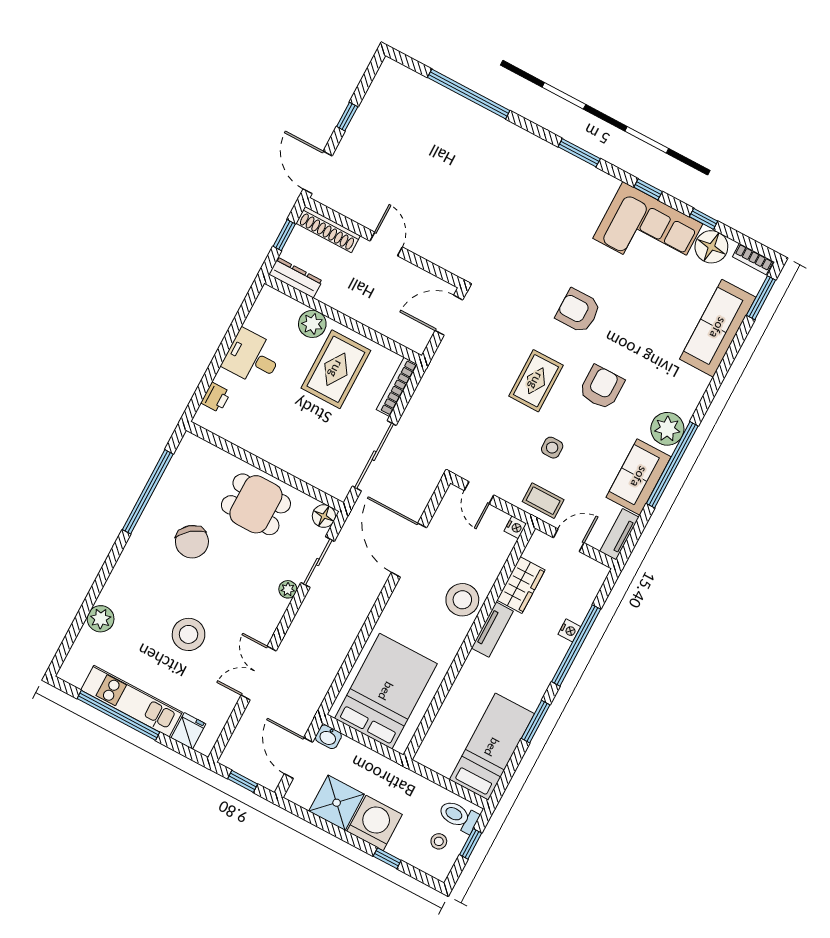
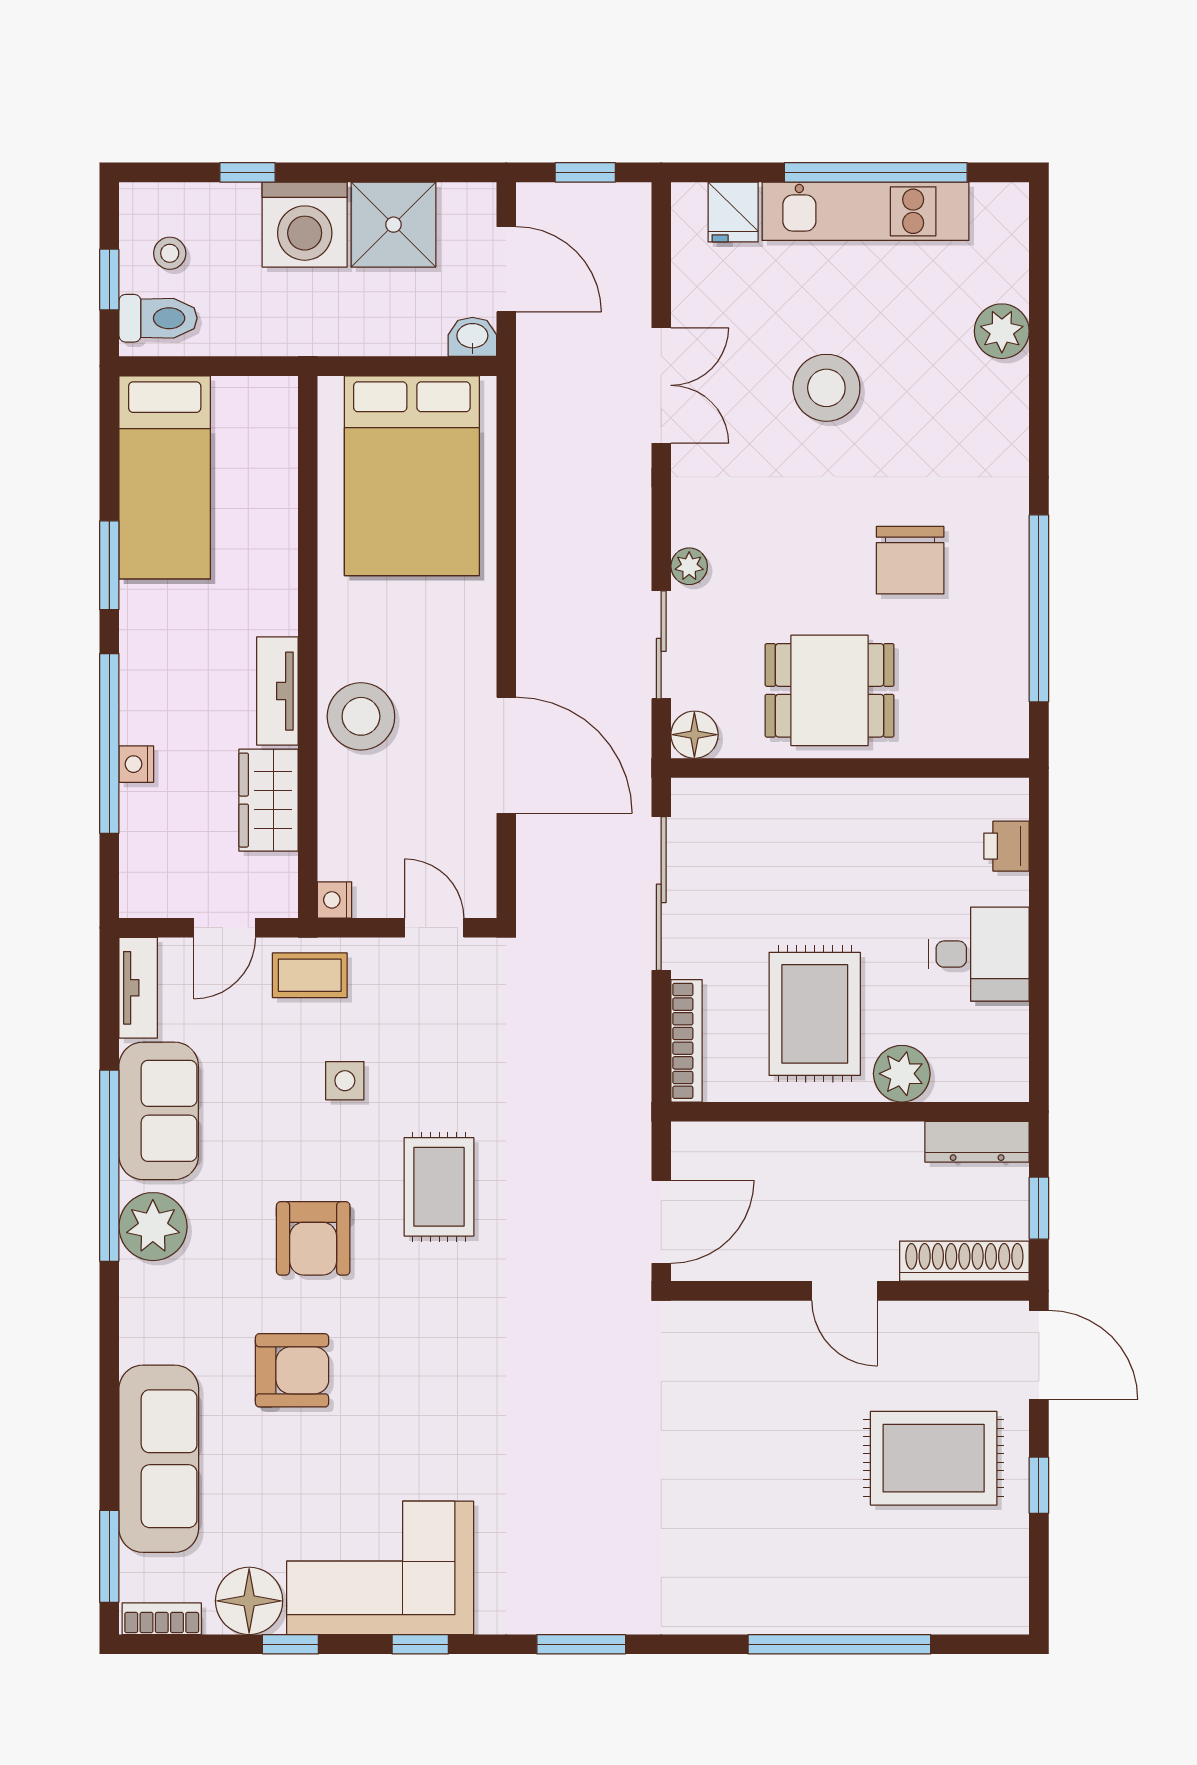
rug: (386, 152) -> (934, 1458), added
armchair: (578, 311) -> (292, 1370), moved
chair: (192, 542) -> (910, 560), turned -142

